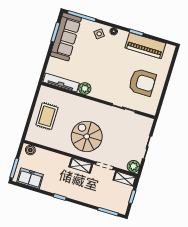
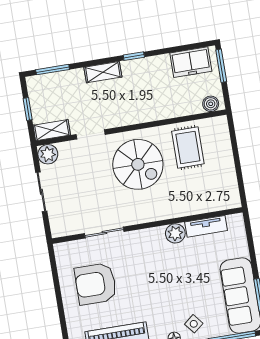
tv unit: (61, 83) -> (206, 226), width x0.71
rug: (47, 116) -> (188, 147), moved
shelving: (81, 165) -> (103, 72), moved

